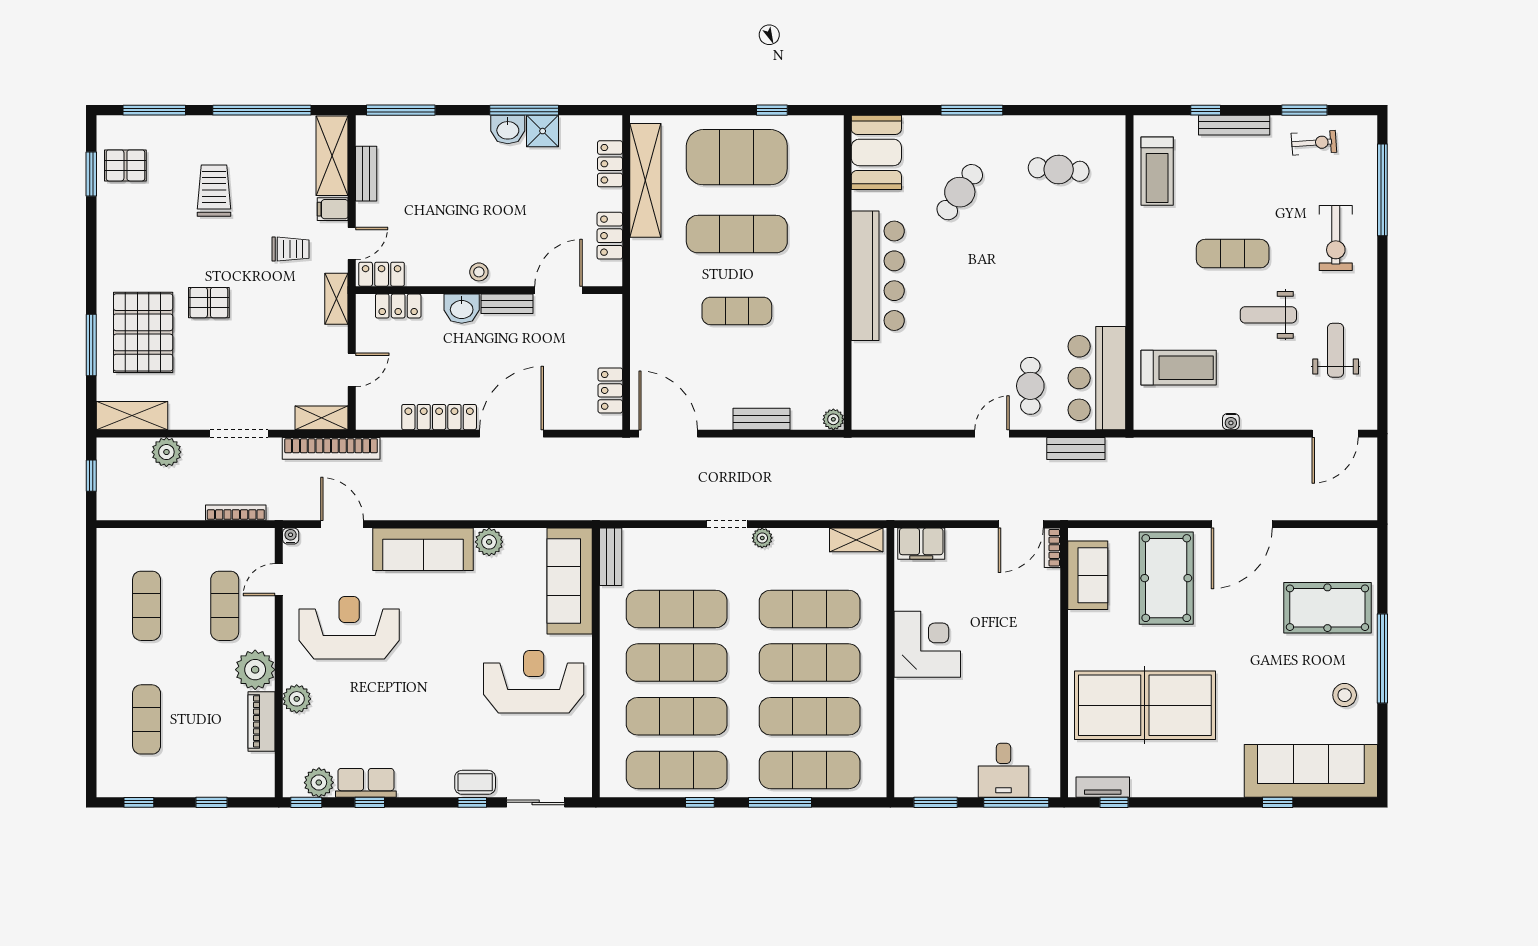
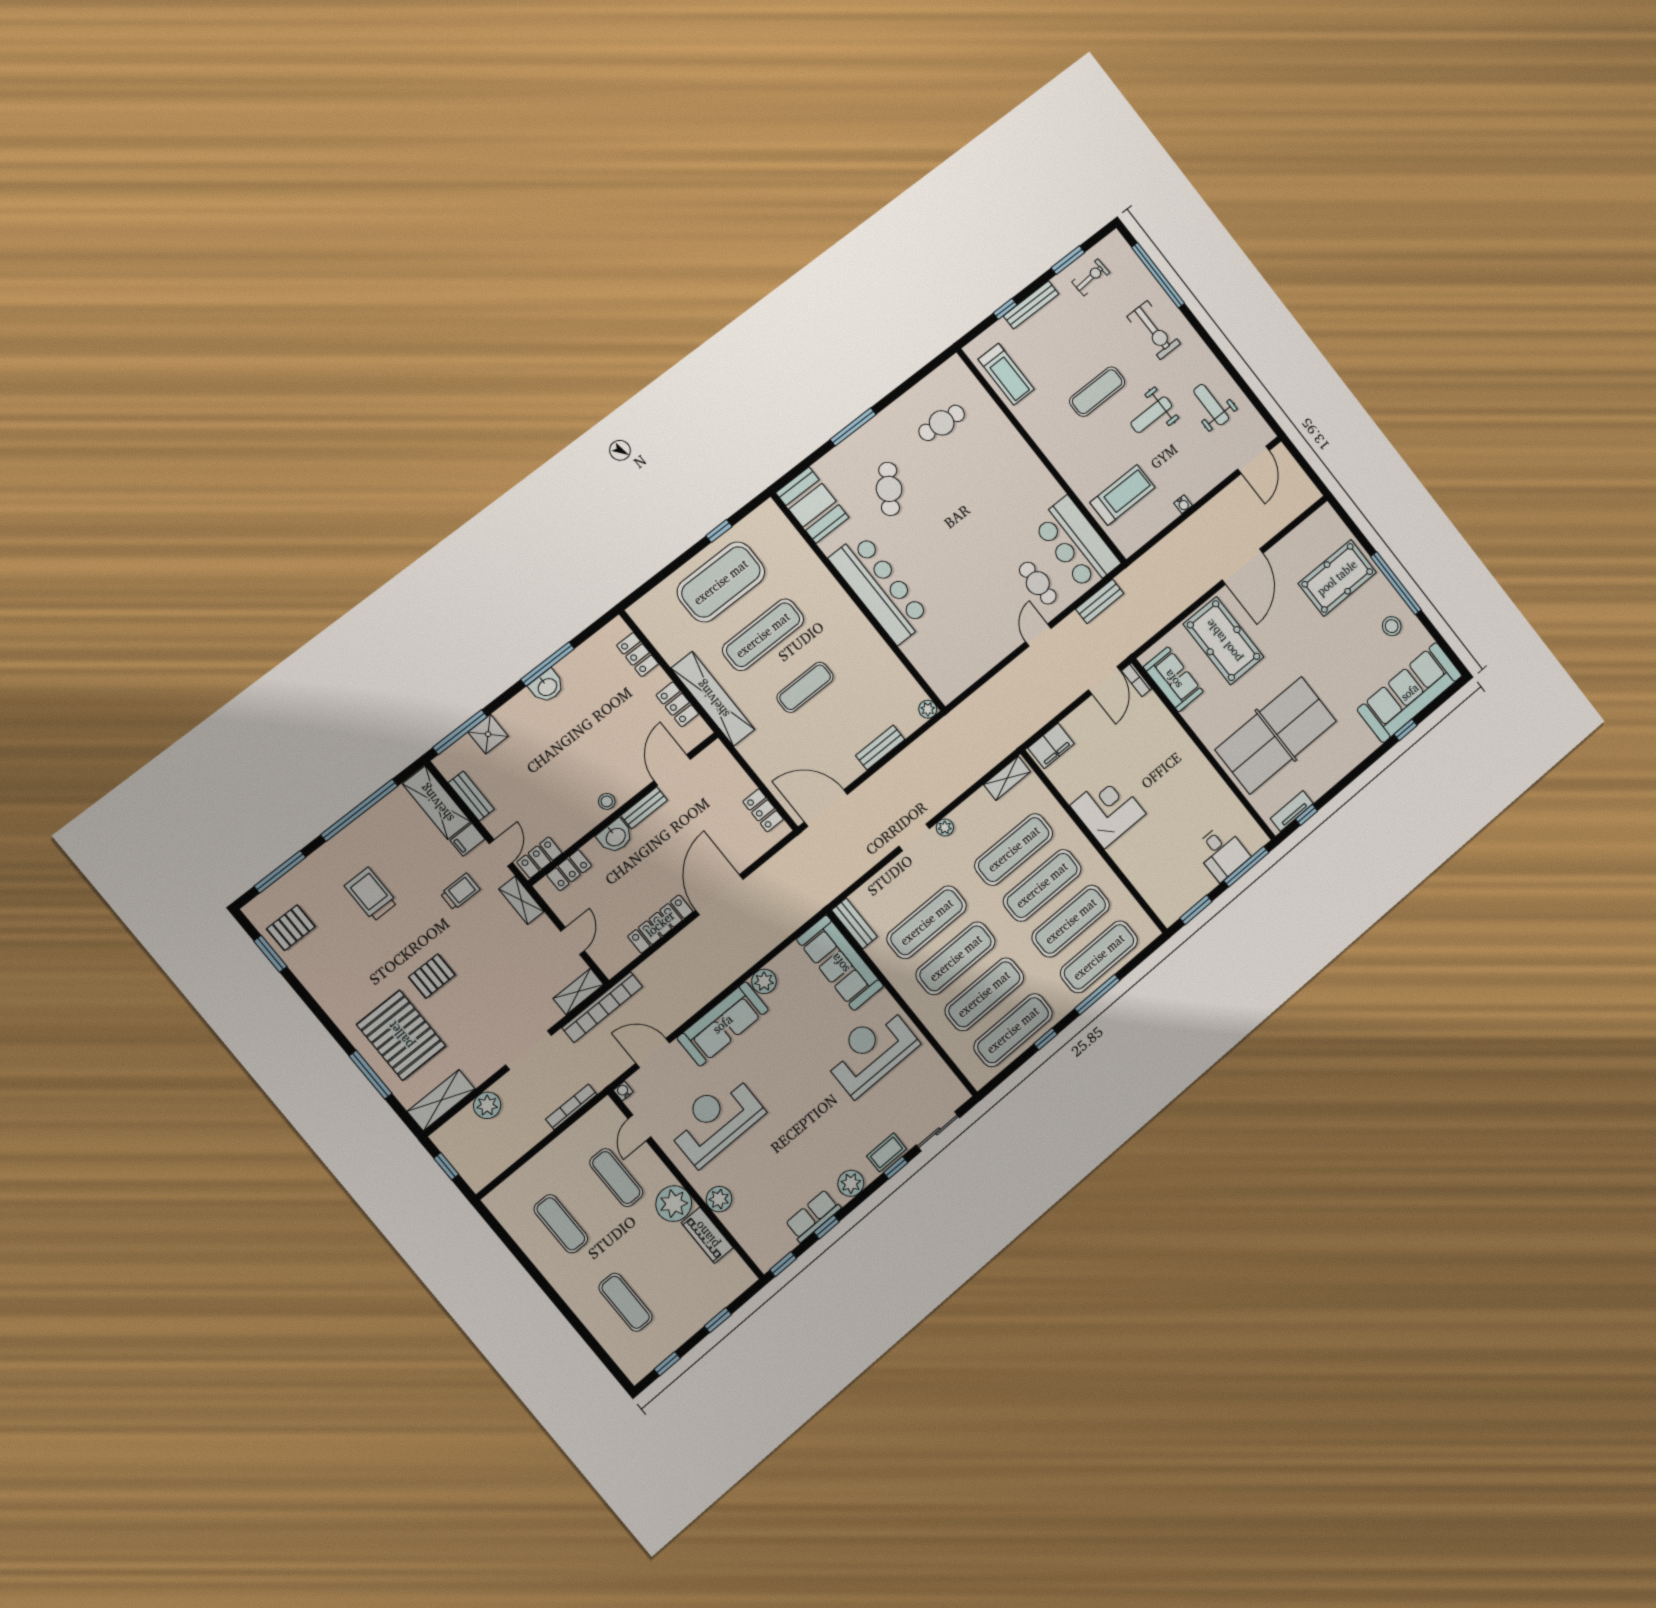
shower: (543, 131) -> (488, 734), moved
shelving: (645, 180) -> (713, 699), moved
plant: (319, 783) -> (851, 1183), moved

